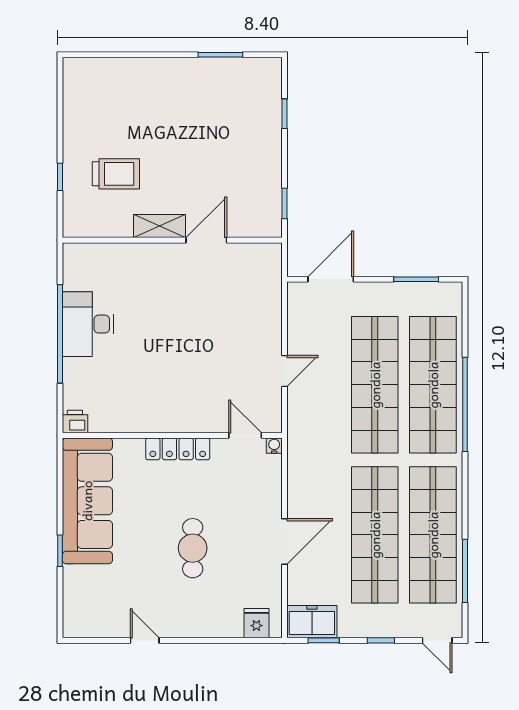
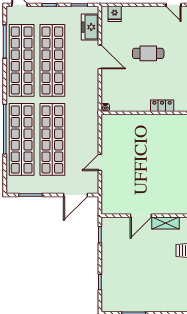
door: (284, 371) -> (100, 162), moved
door: (245, 435) -> (120, 113), removed
locker: (178, 449) -> (162, 106), width x0.66
door: (284, 542) -> (100, 57), swing flipped
cafe table: (193, 548) -> (148, 53), turned 90
freezer: (312, 622) -> (90, 27), moved, turned 90

